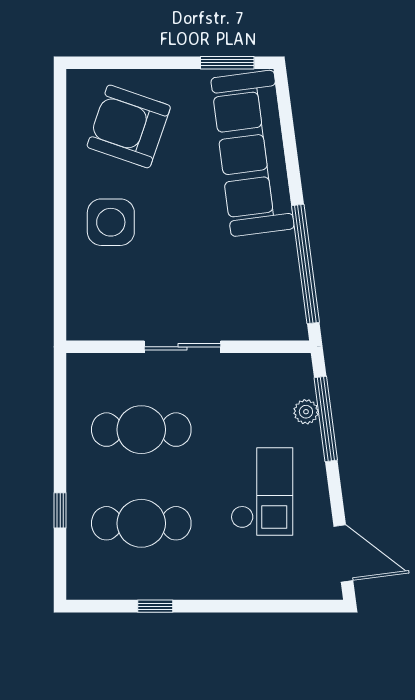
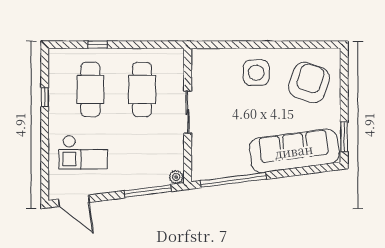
plant: (306, 412) -> (176, 177), moved
checkout: (262, 491) -> (83, 152), moved
door: (343, 553) -> (74, 201), hinge flipped

